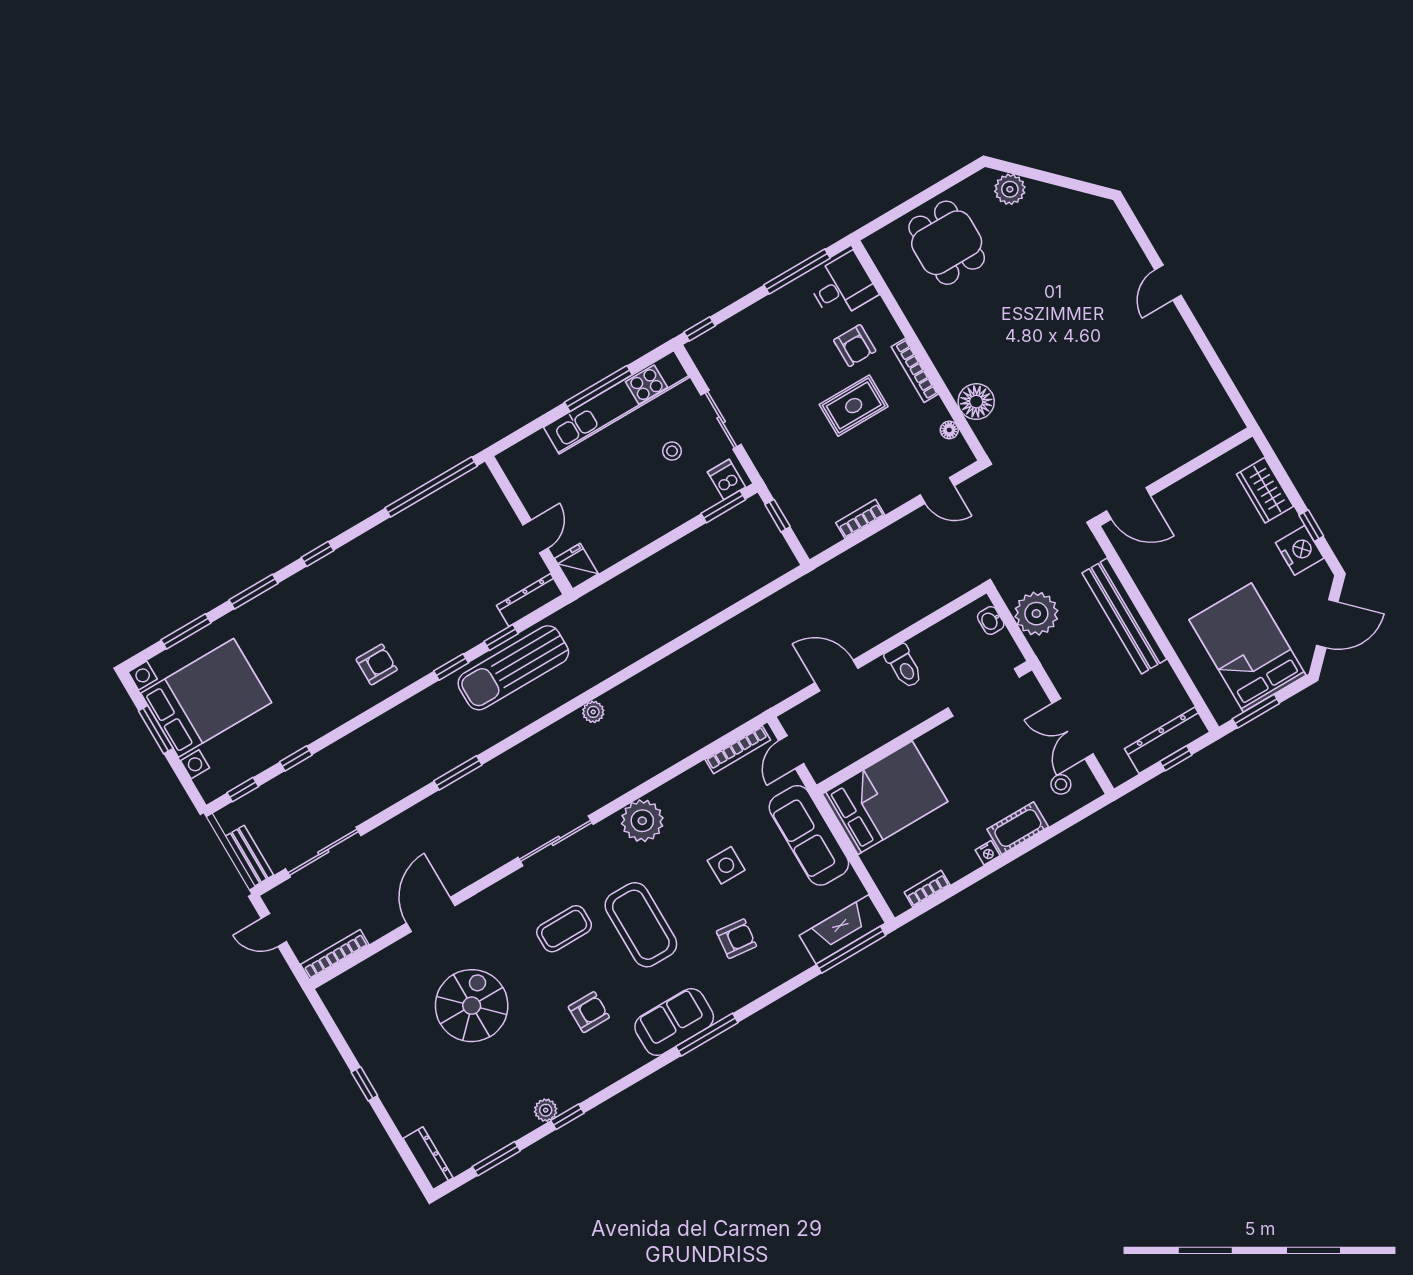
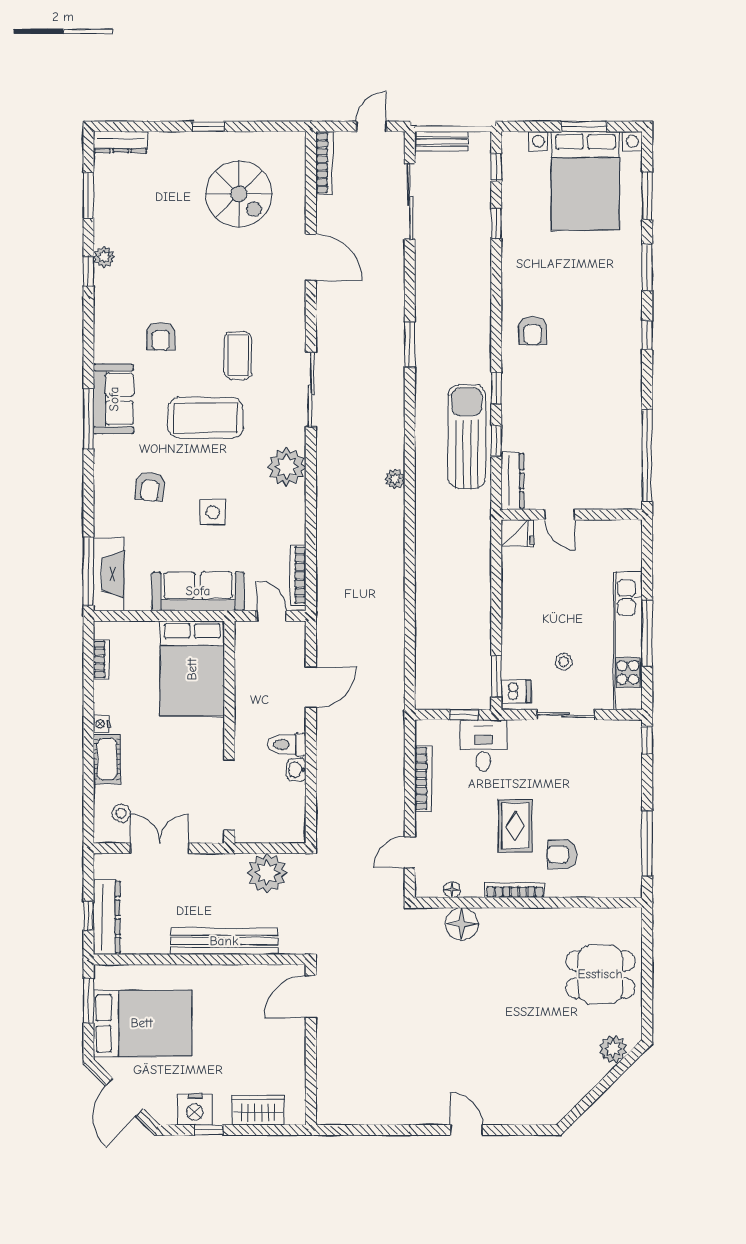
desk: (842, 286) -> (483, 745), moved, turned 180
bookcase: (860, 519) -> (423, 778), width x1.56
washbasin: (991, 620) -> (297, 770), moved, turned -90
spiral stairs: (472, 1006) -> (239, 194), moved

